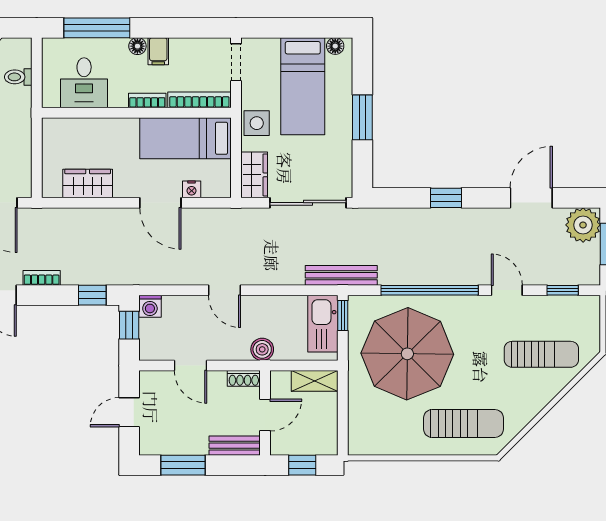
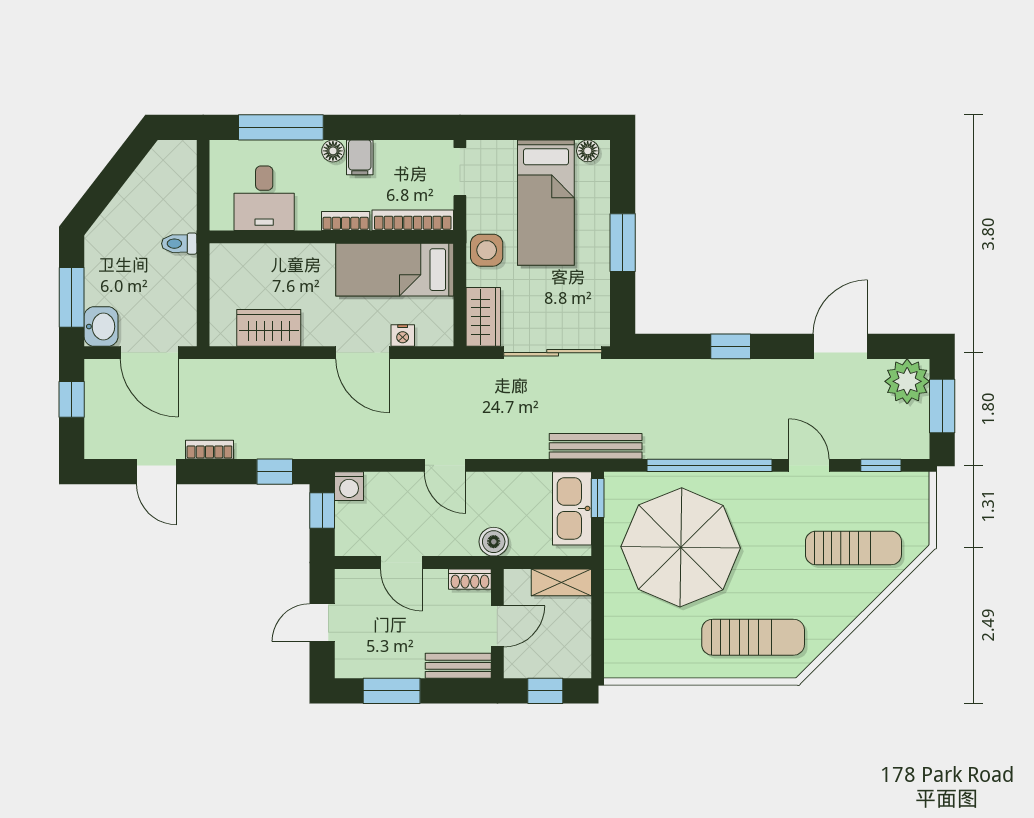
toilet: (18, 77) -> (179, 244), moved

